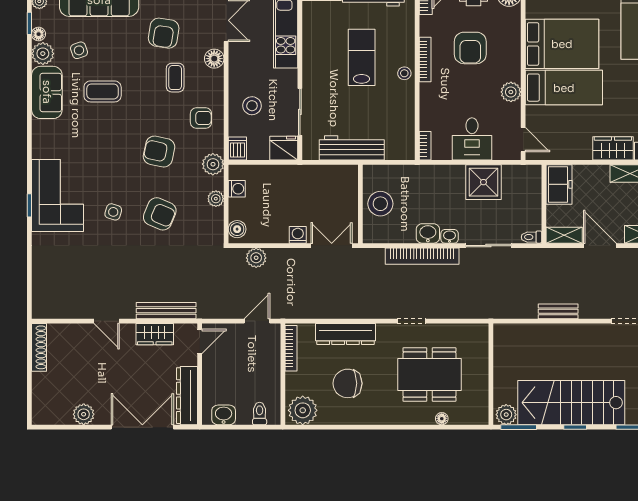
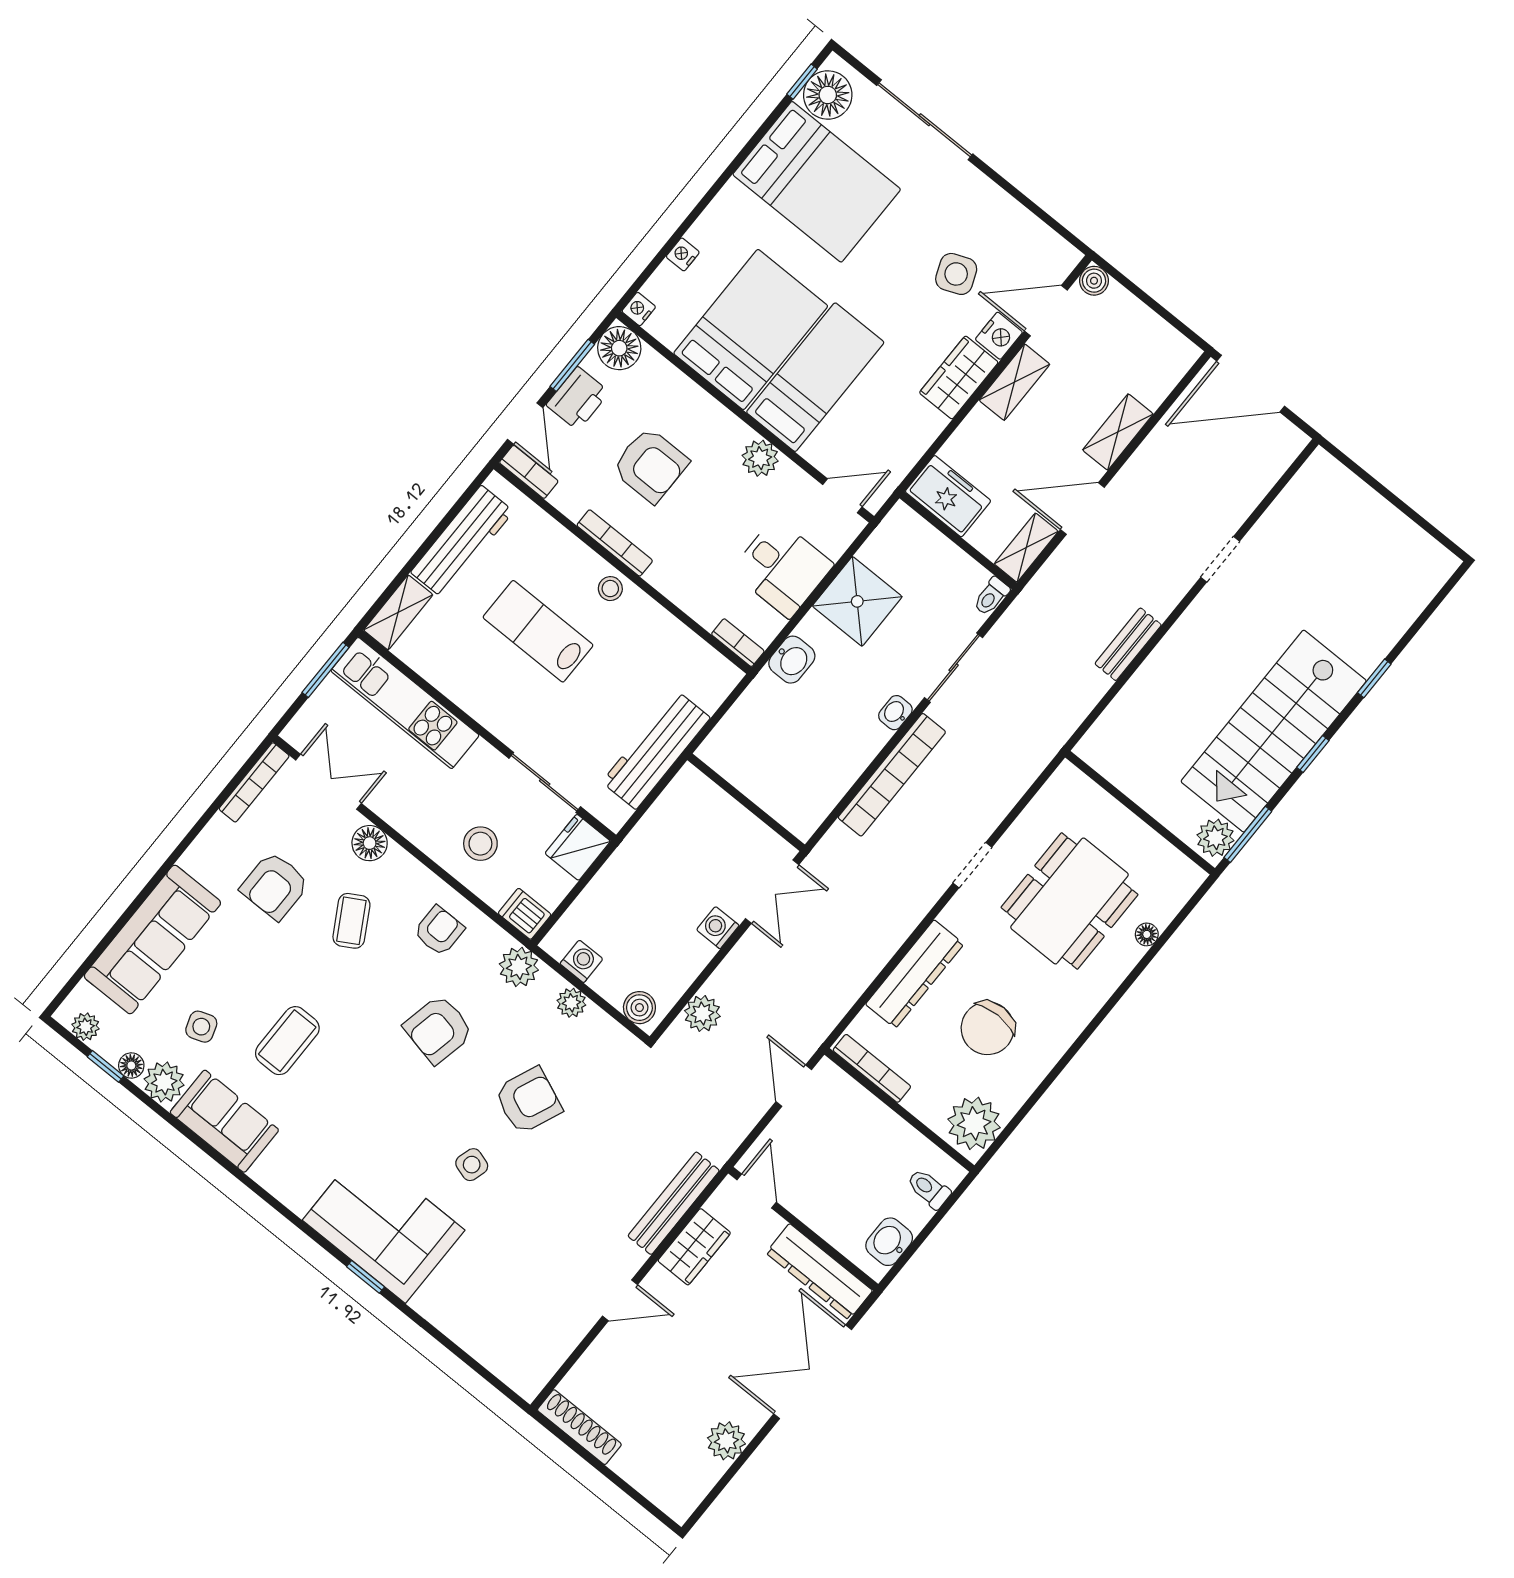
armchair: (164, 33) -> (275, 886), turned 81
coffee table: (175, 78) -> (351, 921), turned 60
stool: (380, 204) -> (769, 774), removed
washbasin: (428, 233) -> (792, 660), moved, turned 180
double door: (332, 246) -> (772, 892), swing flipped

